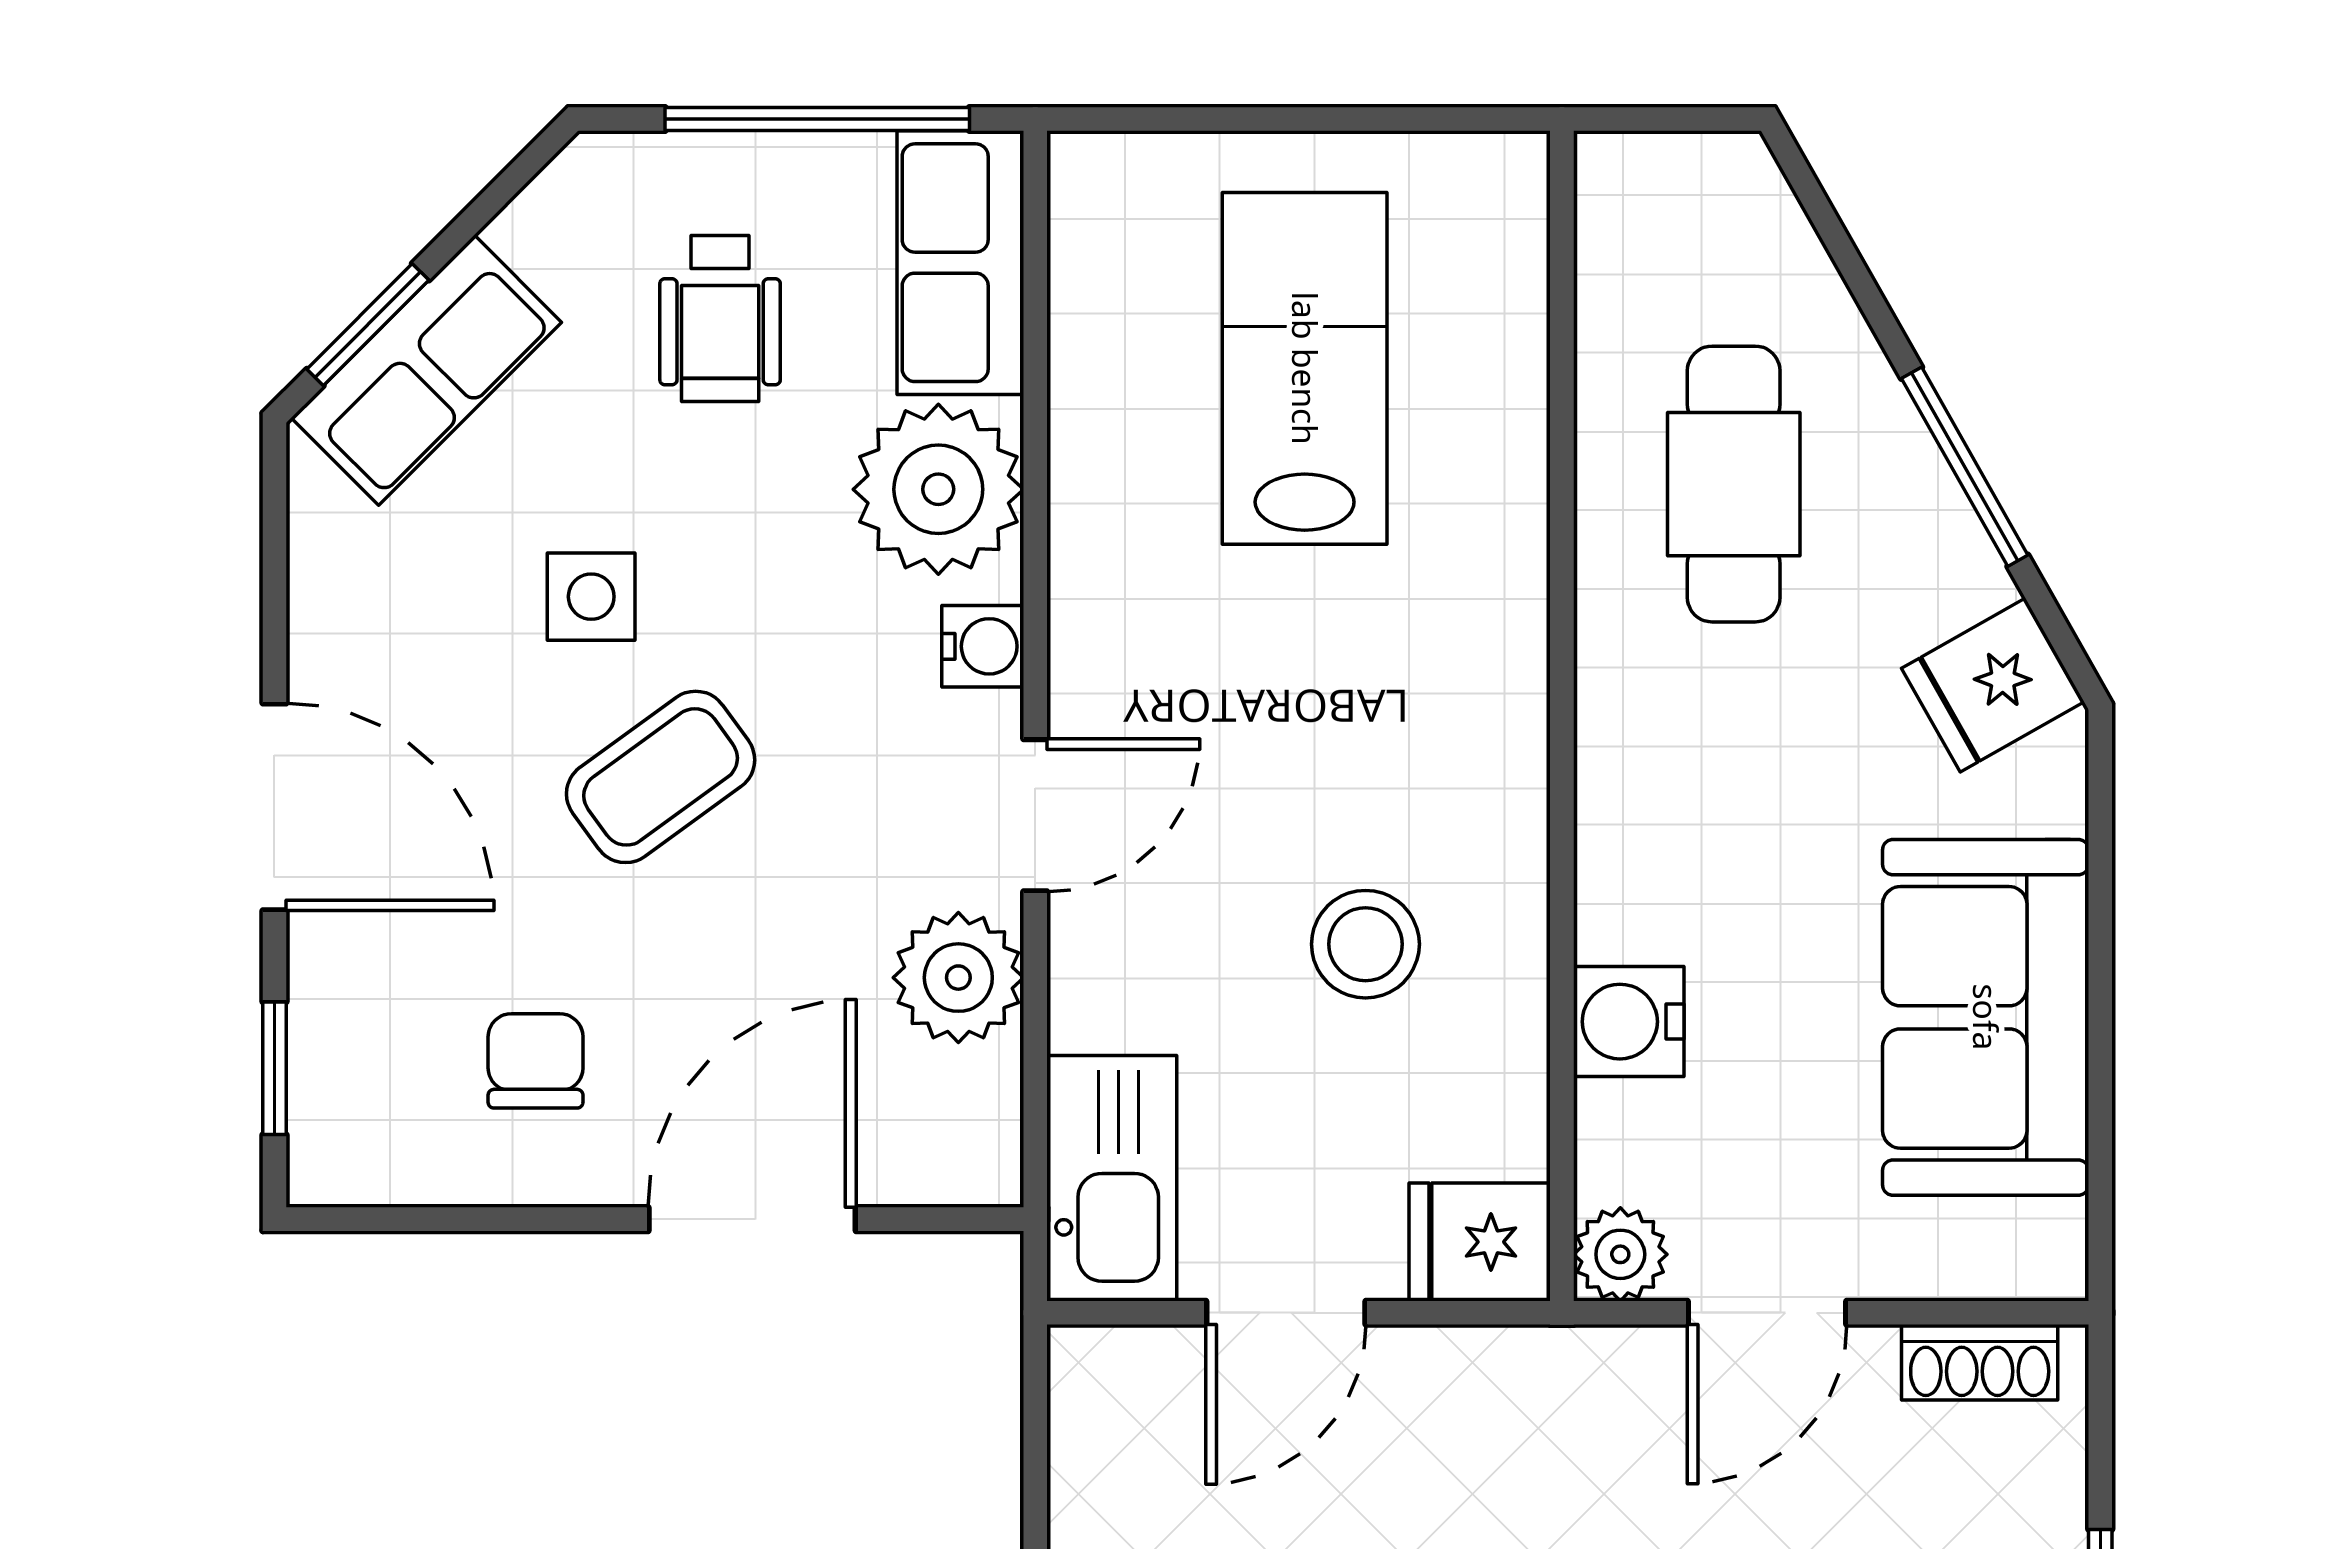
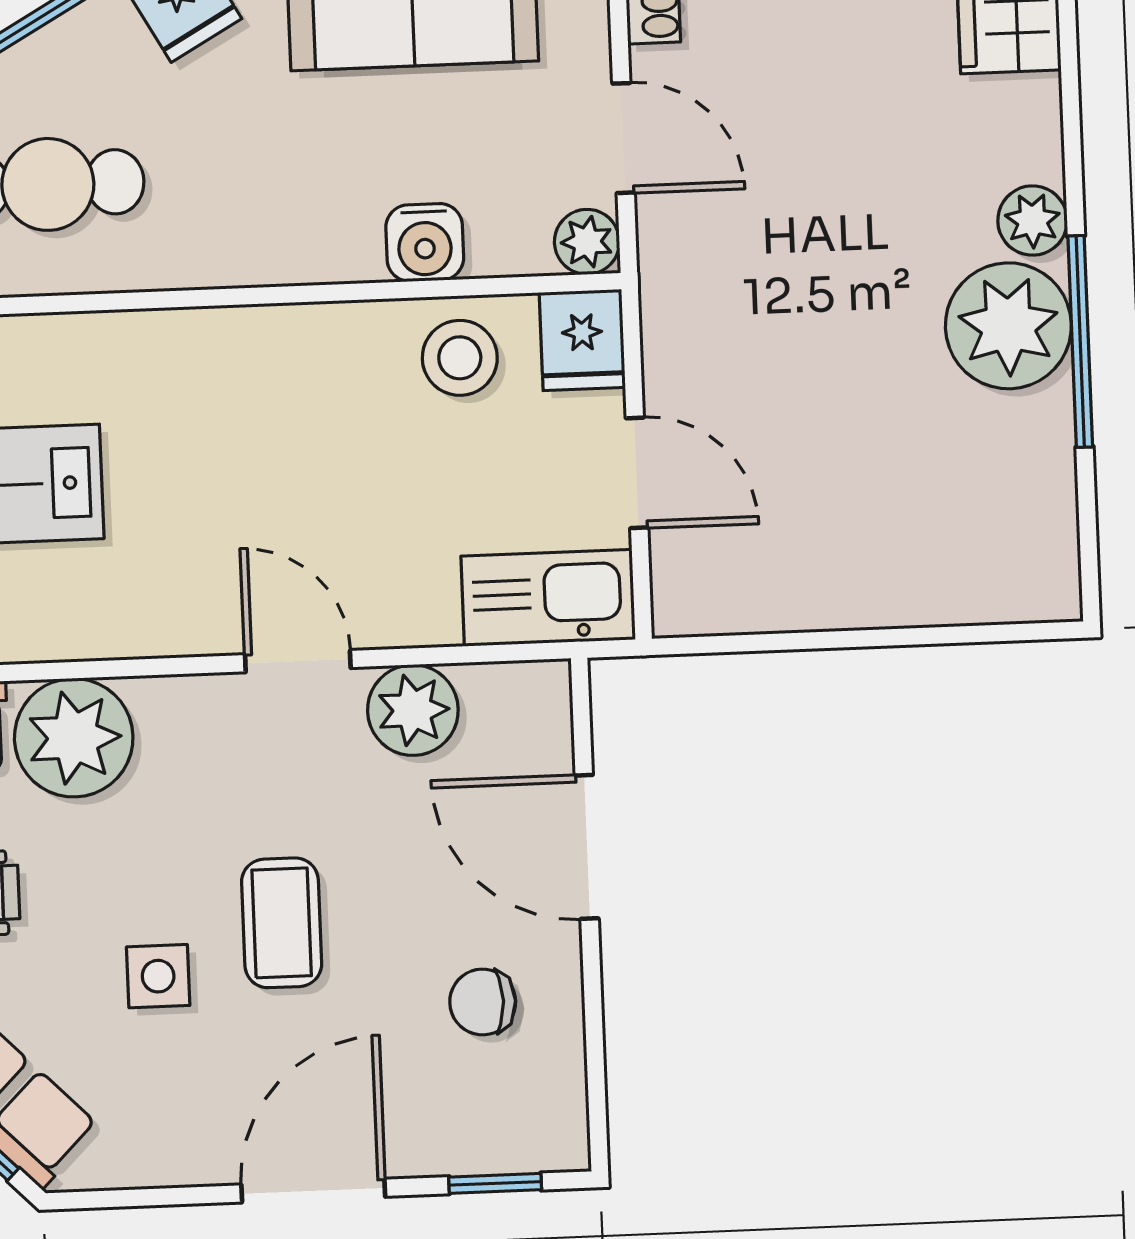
water cooler: (983, 646) -> (182, 702), removed
coffee table: (661, 777) -> (282, 923), turned 36
stool: (1365, 944) -> (460, 358), moved

